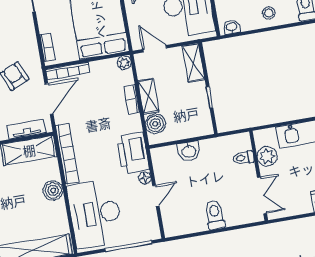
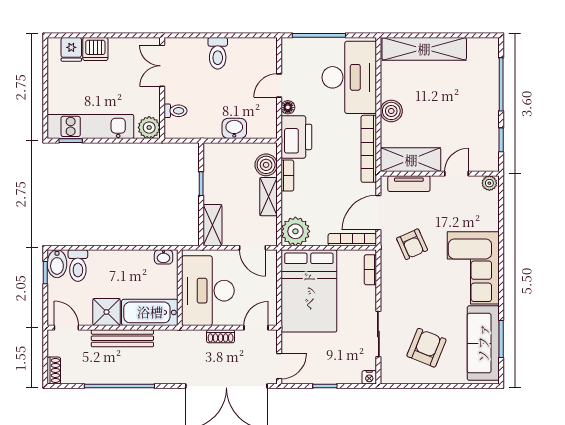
stool: (269, 13) -> (120, 265), removed
plant: (124, 63) -> (295, 231), width x1.88, depth x1.88
bookcase: (132, 99) -> (287, 176), moved
plant: (267, 156) -> (149, 128), moved

